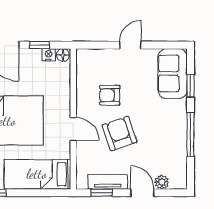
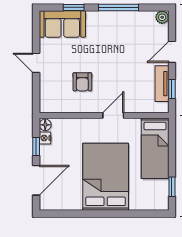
armchair: (120, 133) -> (117, 73), removed
plant: (162, 182) -> (162, 17), moved

